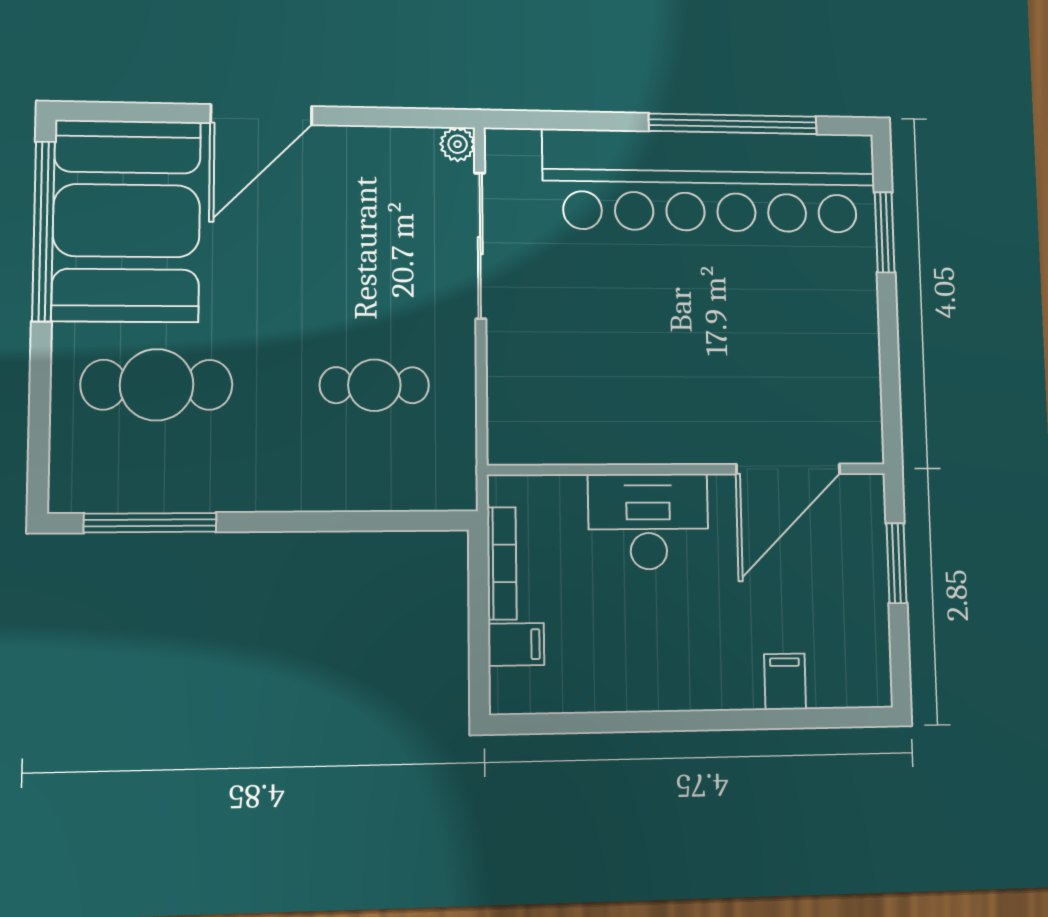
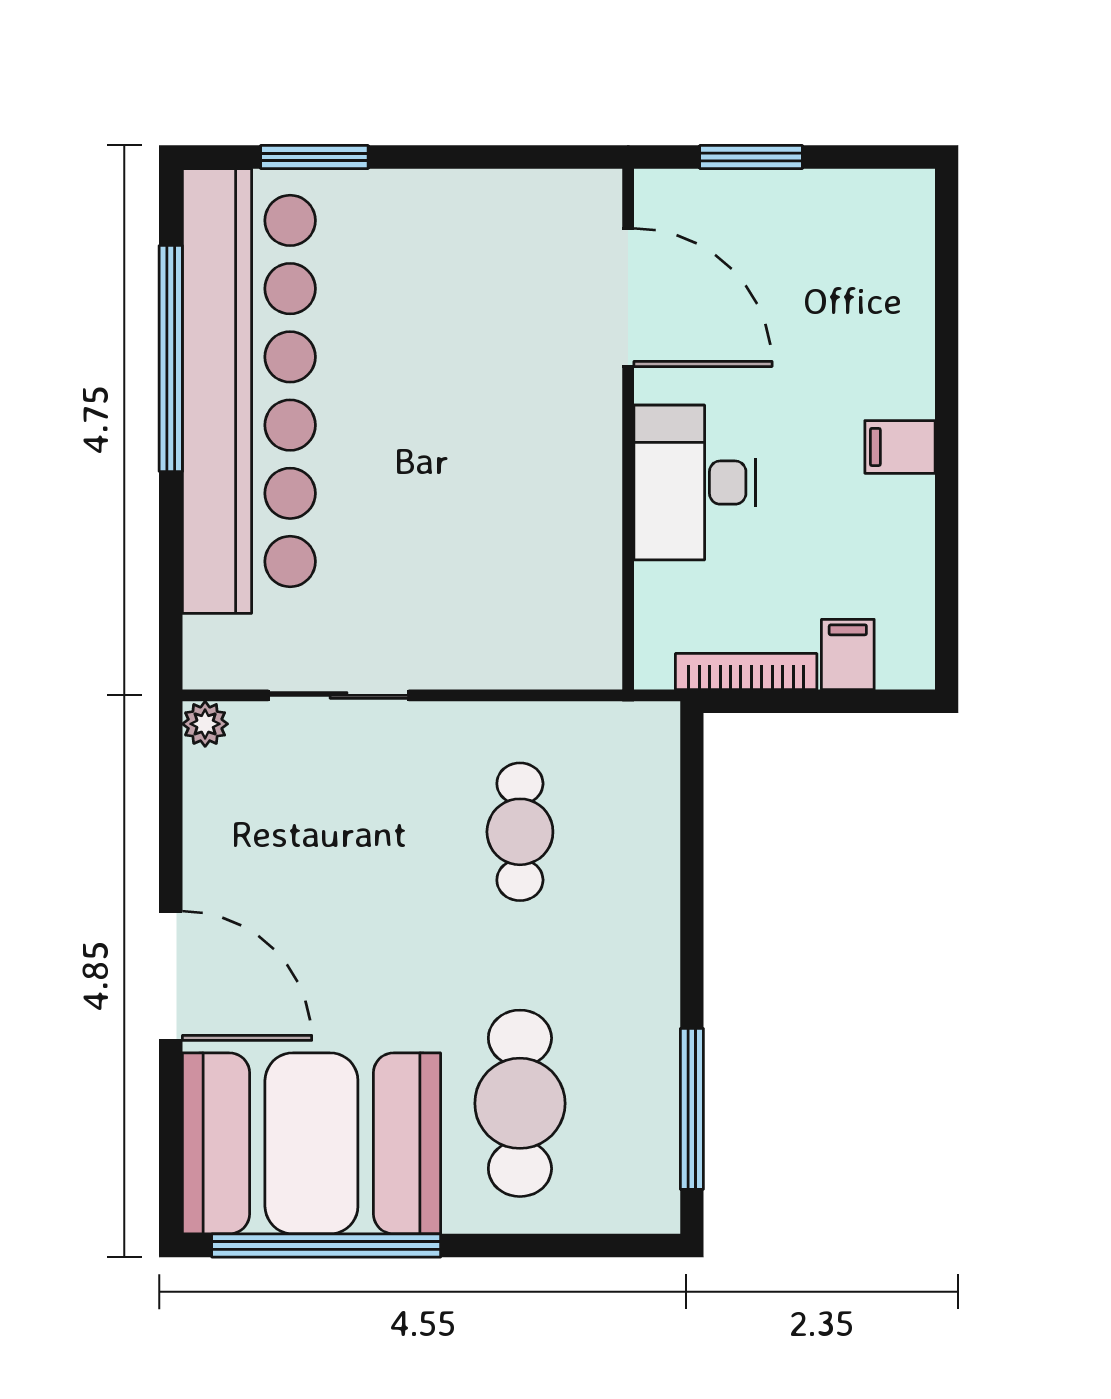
sliding door: (480, 246) -> (338, 695), width x0.73
filing cabinet: (785, 682) -> (900, 447), moved

